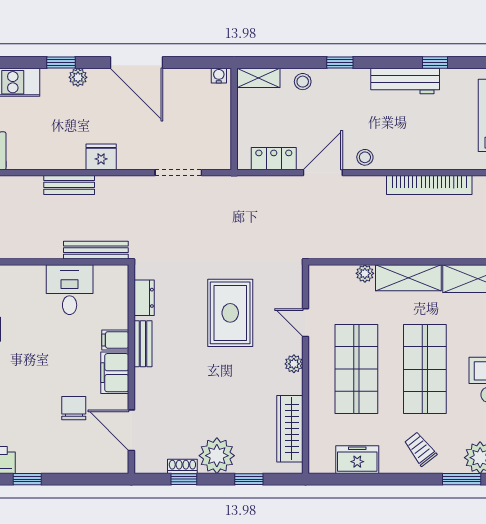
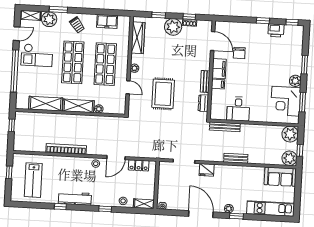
fridge: (101, 157) -> (207, 170), moved

